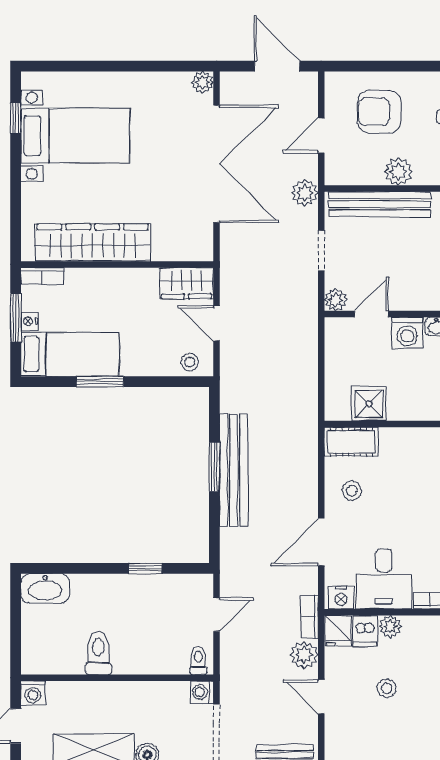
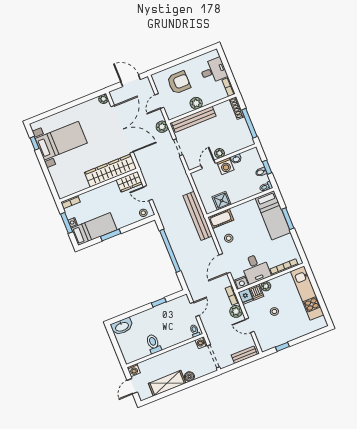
armchair: (379, 112) -> (179, 82), turned 180
wardrobe: (93, 243) -> (110, 171), moved
plant: (336, 300) -> (219, 153), moved
window: (214, 467) -> (170, 251), width x2.11
bench: (234, 470) -> (198, 216), moved

